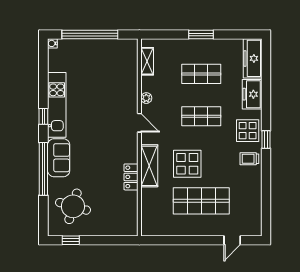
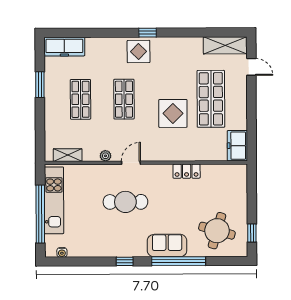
window: (201, 34) -> (40, 85), moved
water cooler: (52, 43) -> (62, 252), moved
freezer: (252, 94) -> (237, 146), moved, turned 90
kitchen unit: (57, 105) -> (54, 200), moved, turned 90
cafe table: (101, 117) -> (125, 202), added
trolley: (249, 159) -> (167, 50), removed
shelving: (149, 166) -> (225, 45), moved

